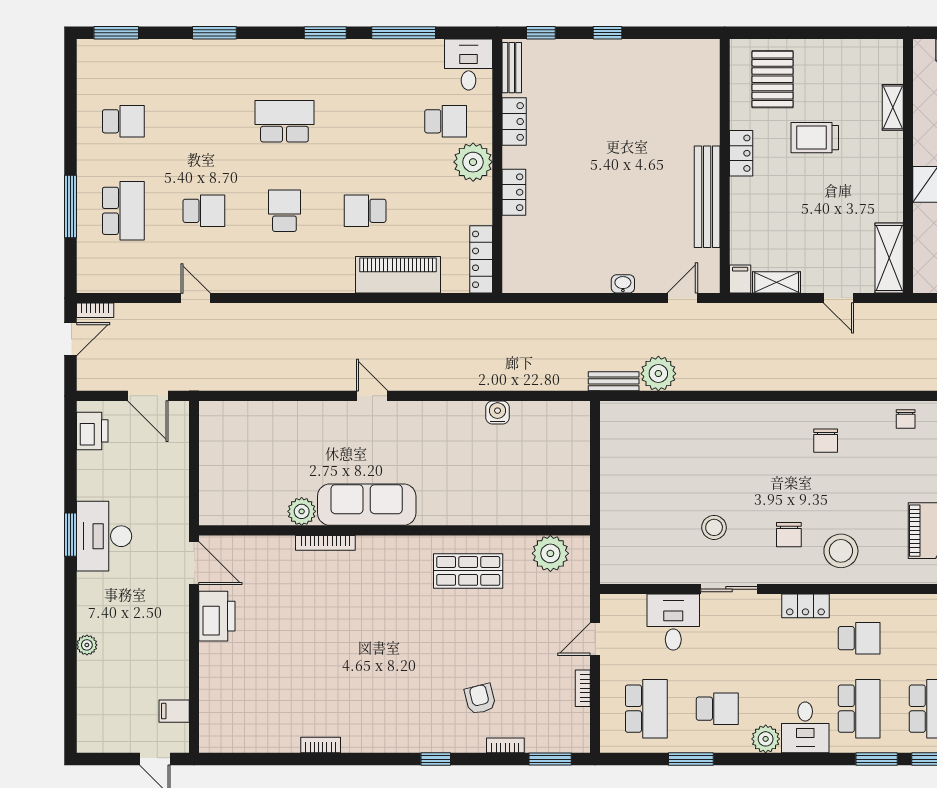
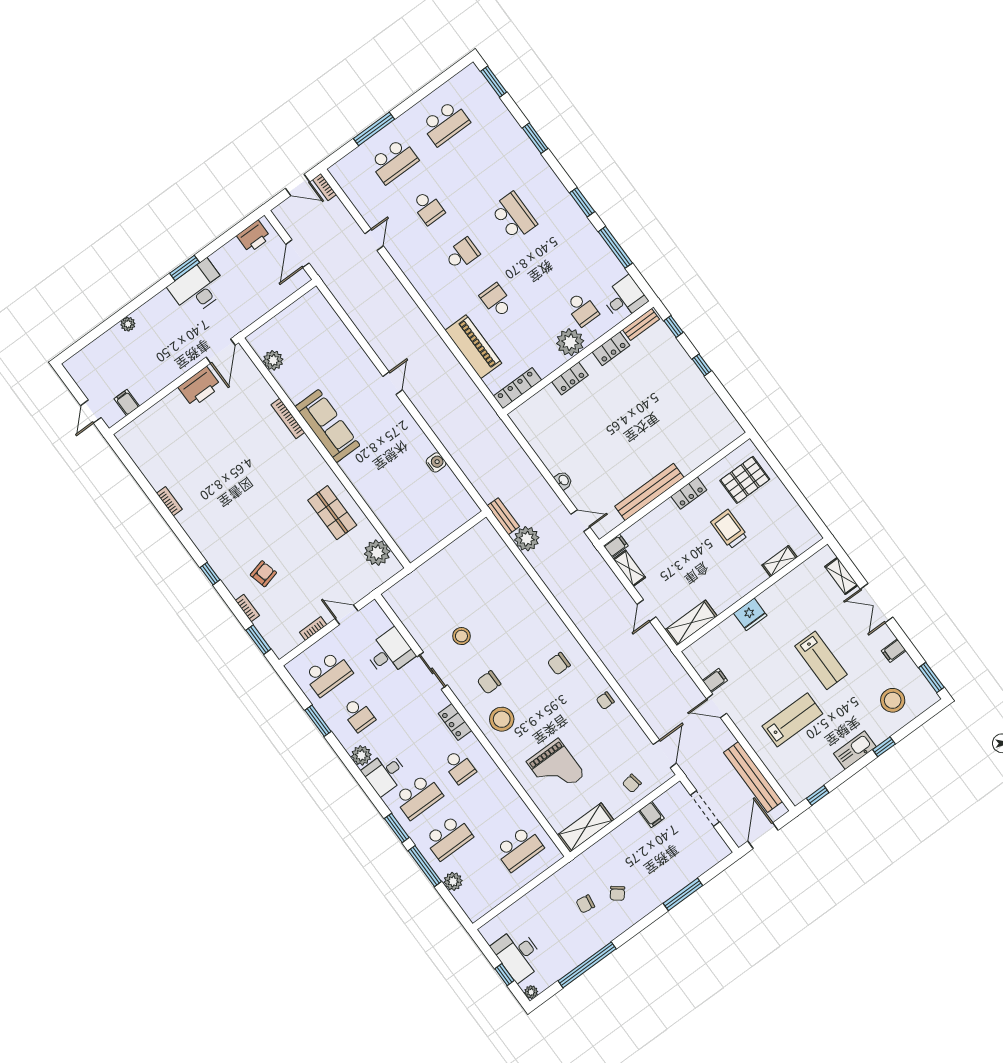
school desk: (123, 121) -> (445, 123), width x1.85
plant: (302, 511) -> (273, 360), moved

